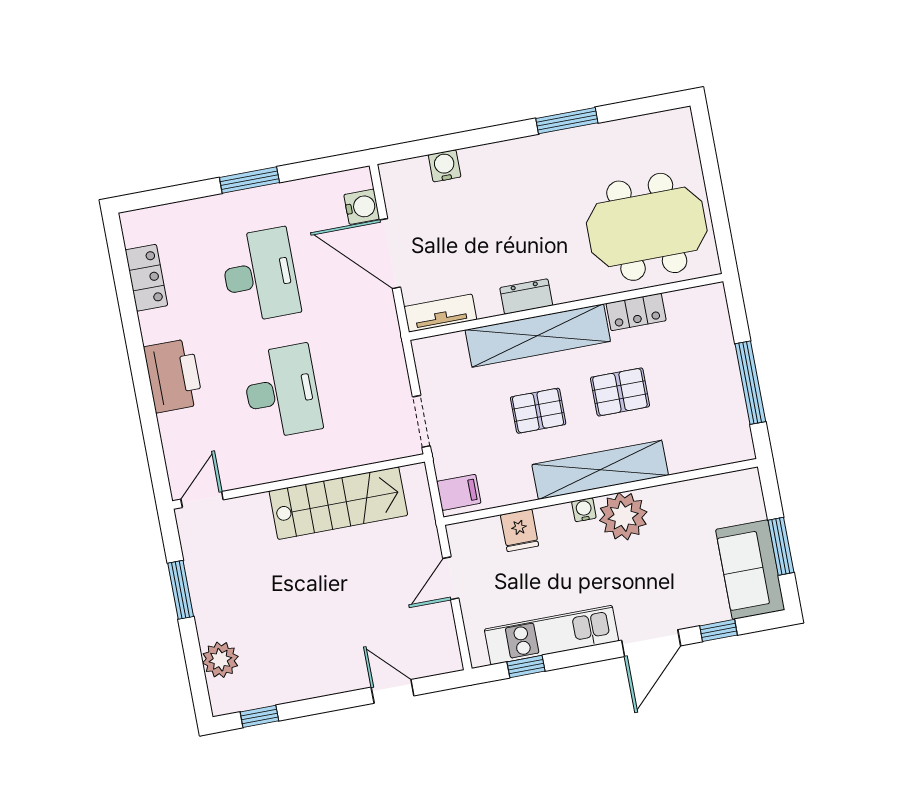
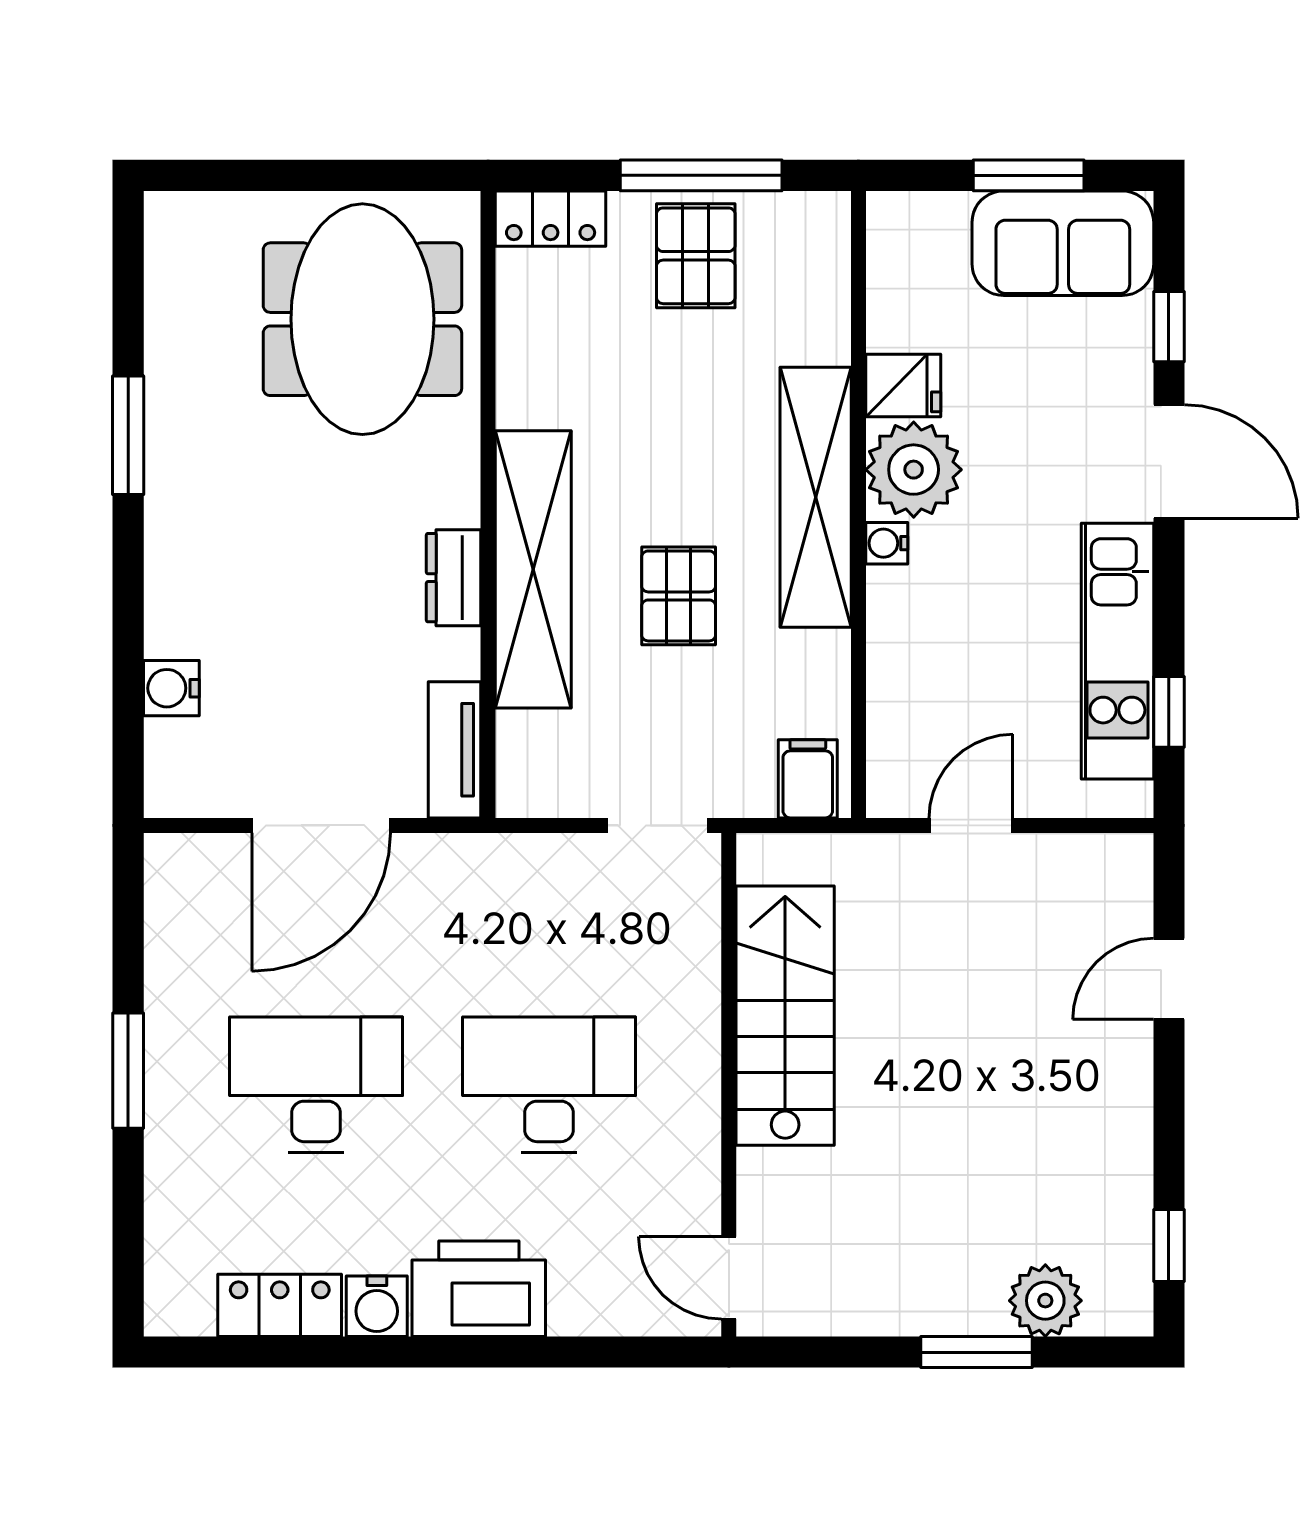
water cooler: (362, 207) -> (377, 1306), moved, turned 180
locker: (636, 312) -> (551, 219), moved, turned 90
pallet: (620, 392) -> (696, 256), moved
fridge: (520, 530) -> (903, 386), moved
door: (451, 578) -> (971, 825), swing flipped
window: (181, 590) -> (976, 1352), moved

